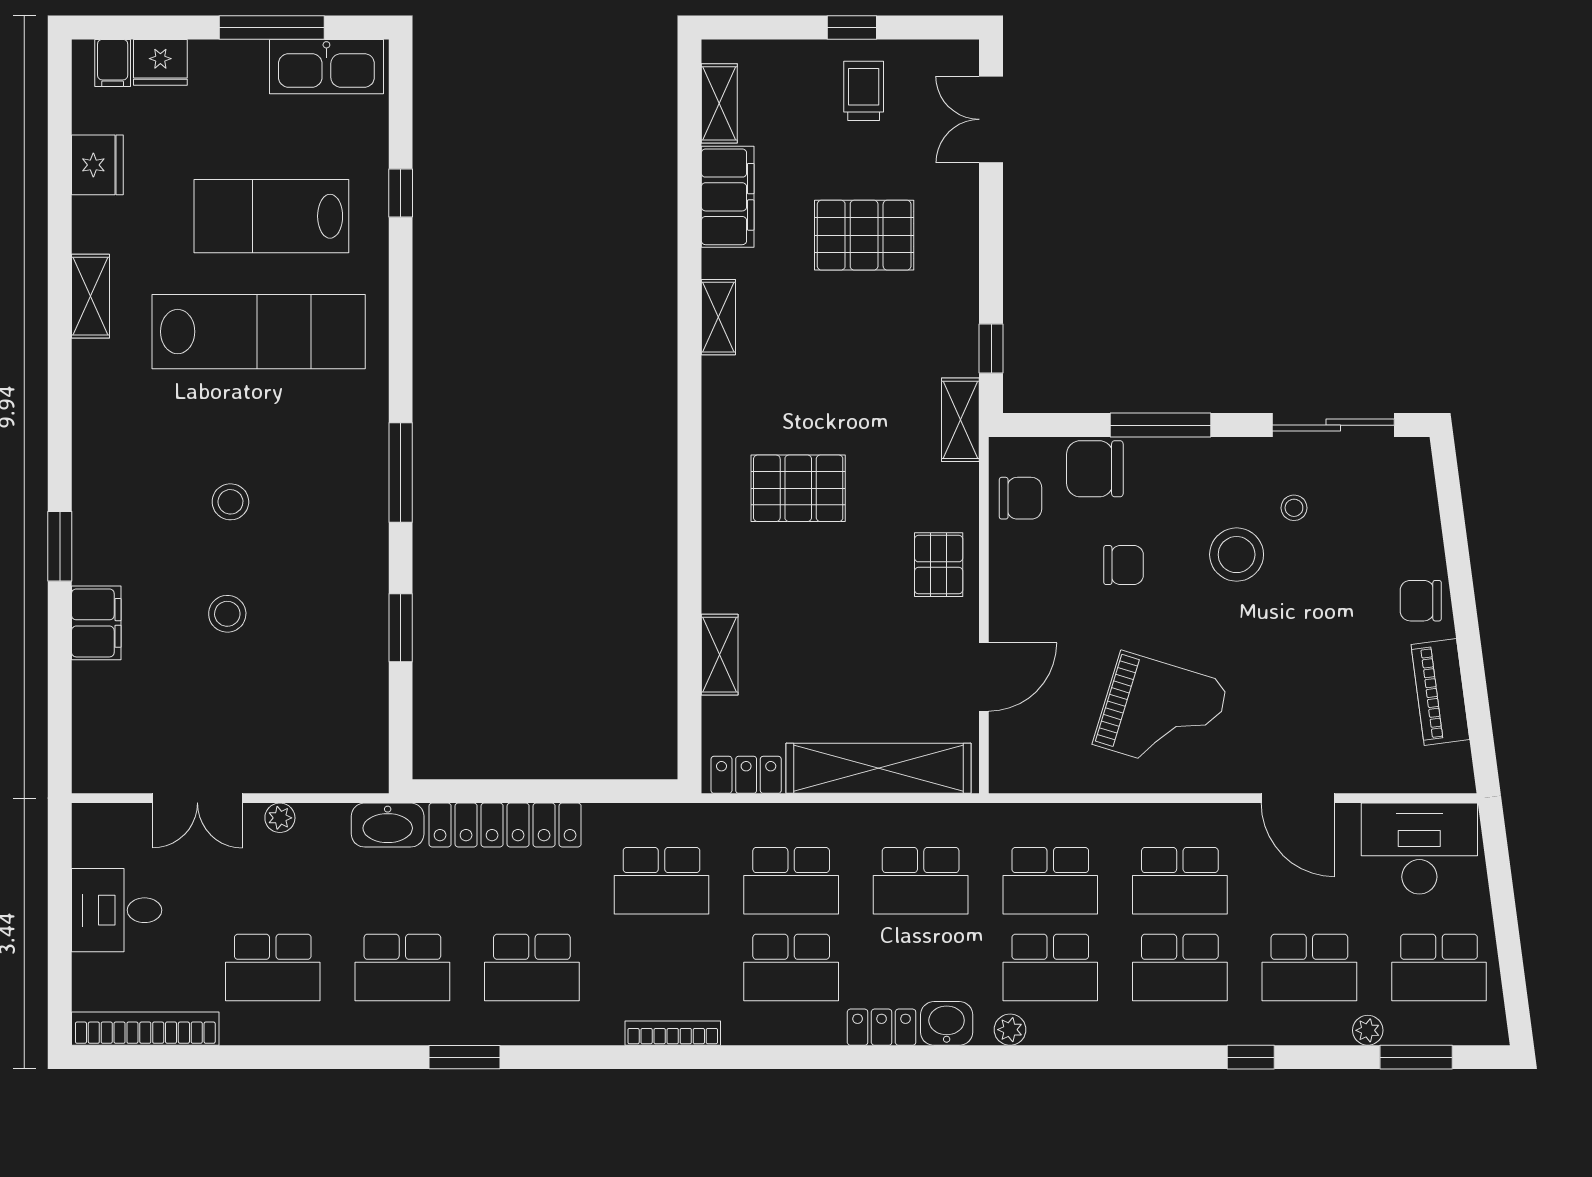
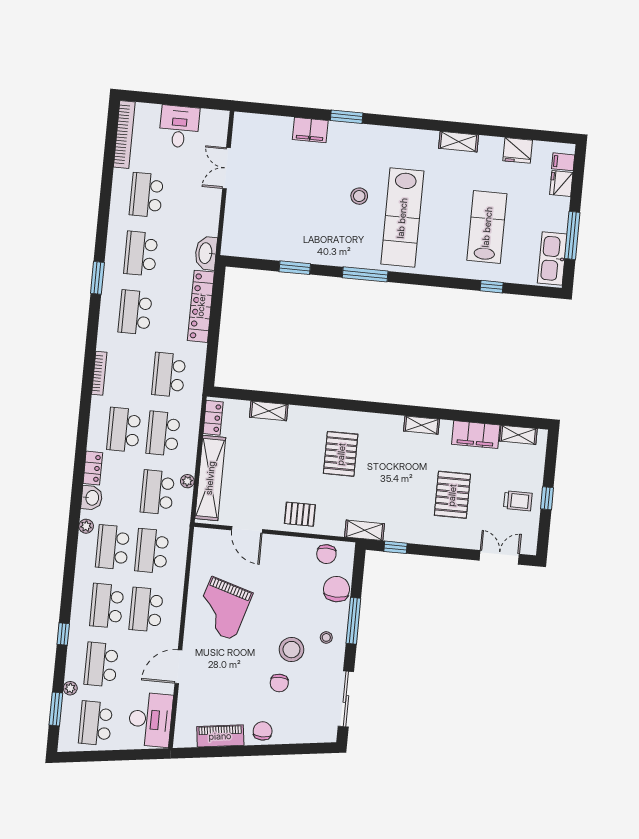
lab bench: (259, 332) -> (402, 218), moved
stool: (1294, 508) -> (326, 637), moved
chair: (1124, 565) -> (279, 683), moved
stool: (227, 614) -> (309, 190), removed
plant: (280, 818) -> (187, 481), moved

